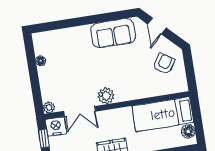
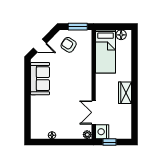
window: (190, 72) -> (78, 27), added
plant: (106, 96) -> (85, 91), removed
double door: (80, 111) -> (94, 112), swing flipped

